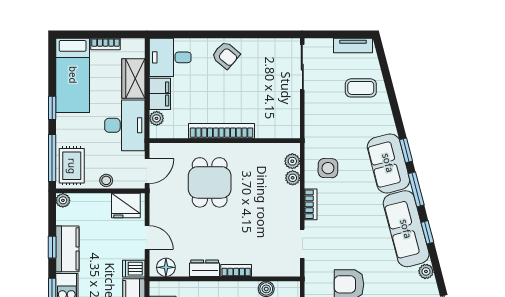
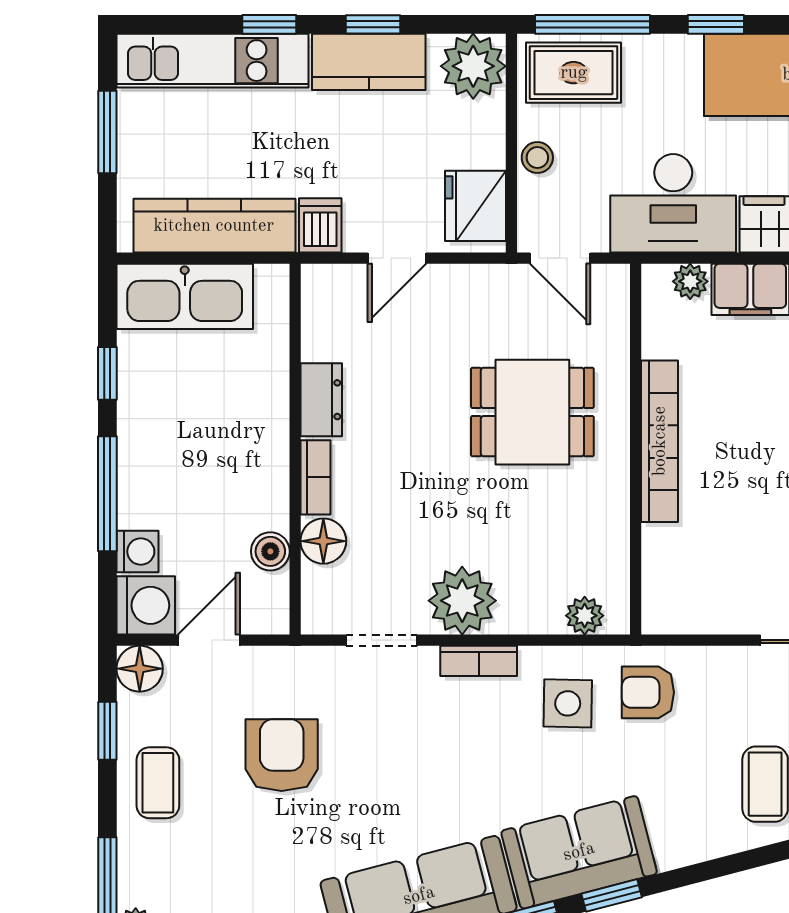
armchair: (323, 136) -> (648, 692), added
plant: (293, 178) -> (462, 601), moved, width x1.87, depth x1.87
plant: (63, 200) -> (473, 66), width x1.87, depth x1.87
floor lamp: (166, 267) -> (323, 541), moved

